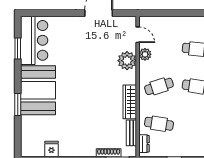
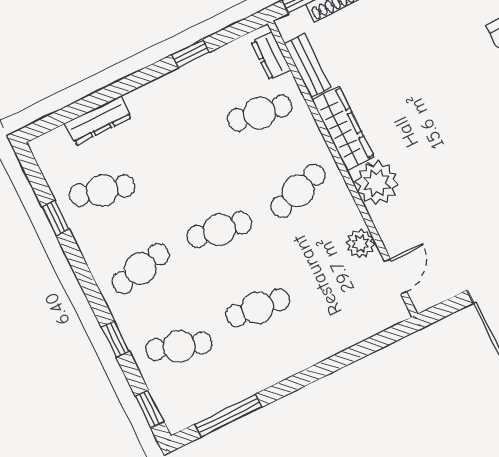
door: (138, 35) -> (396, 277), swing flipped
plant: (127, 61) -> (377, 183), moved

